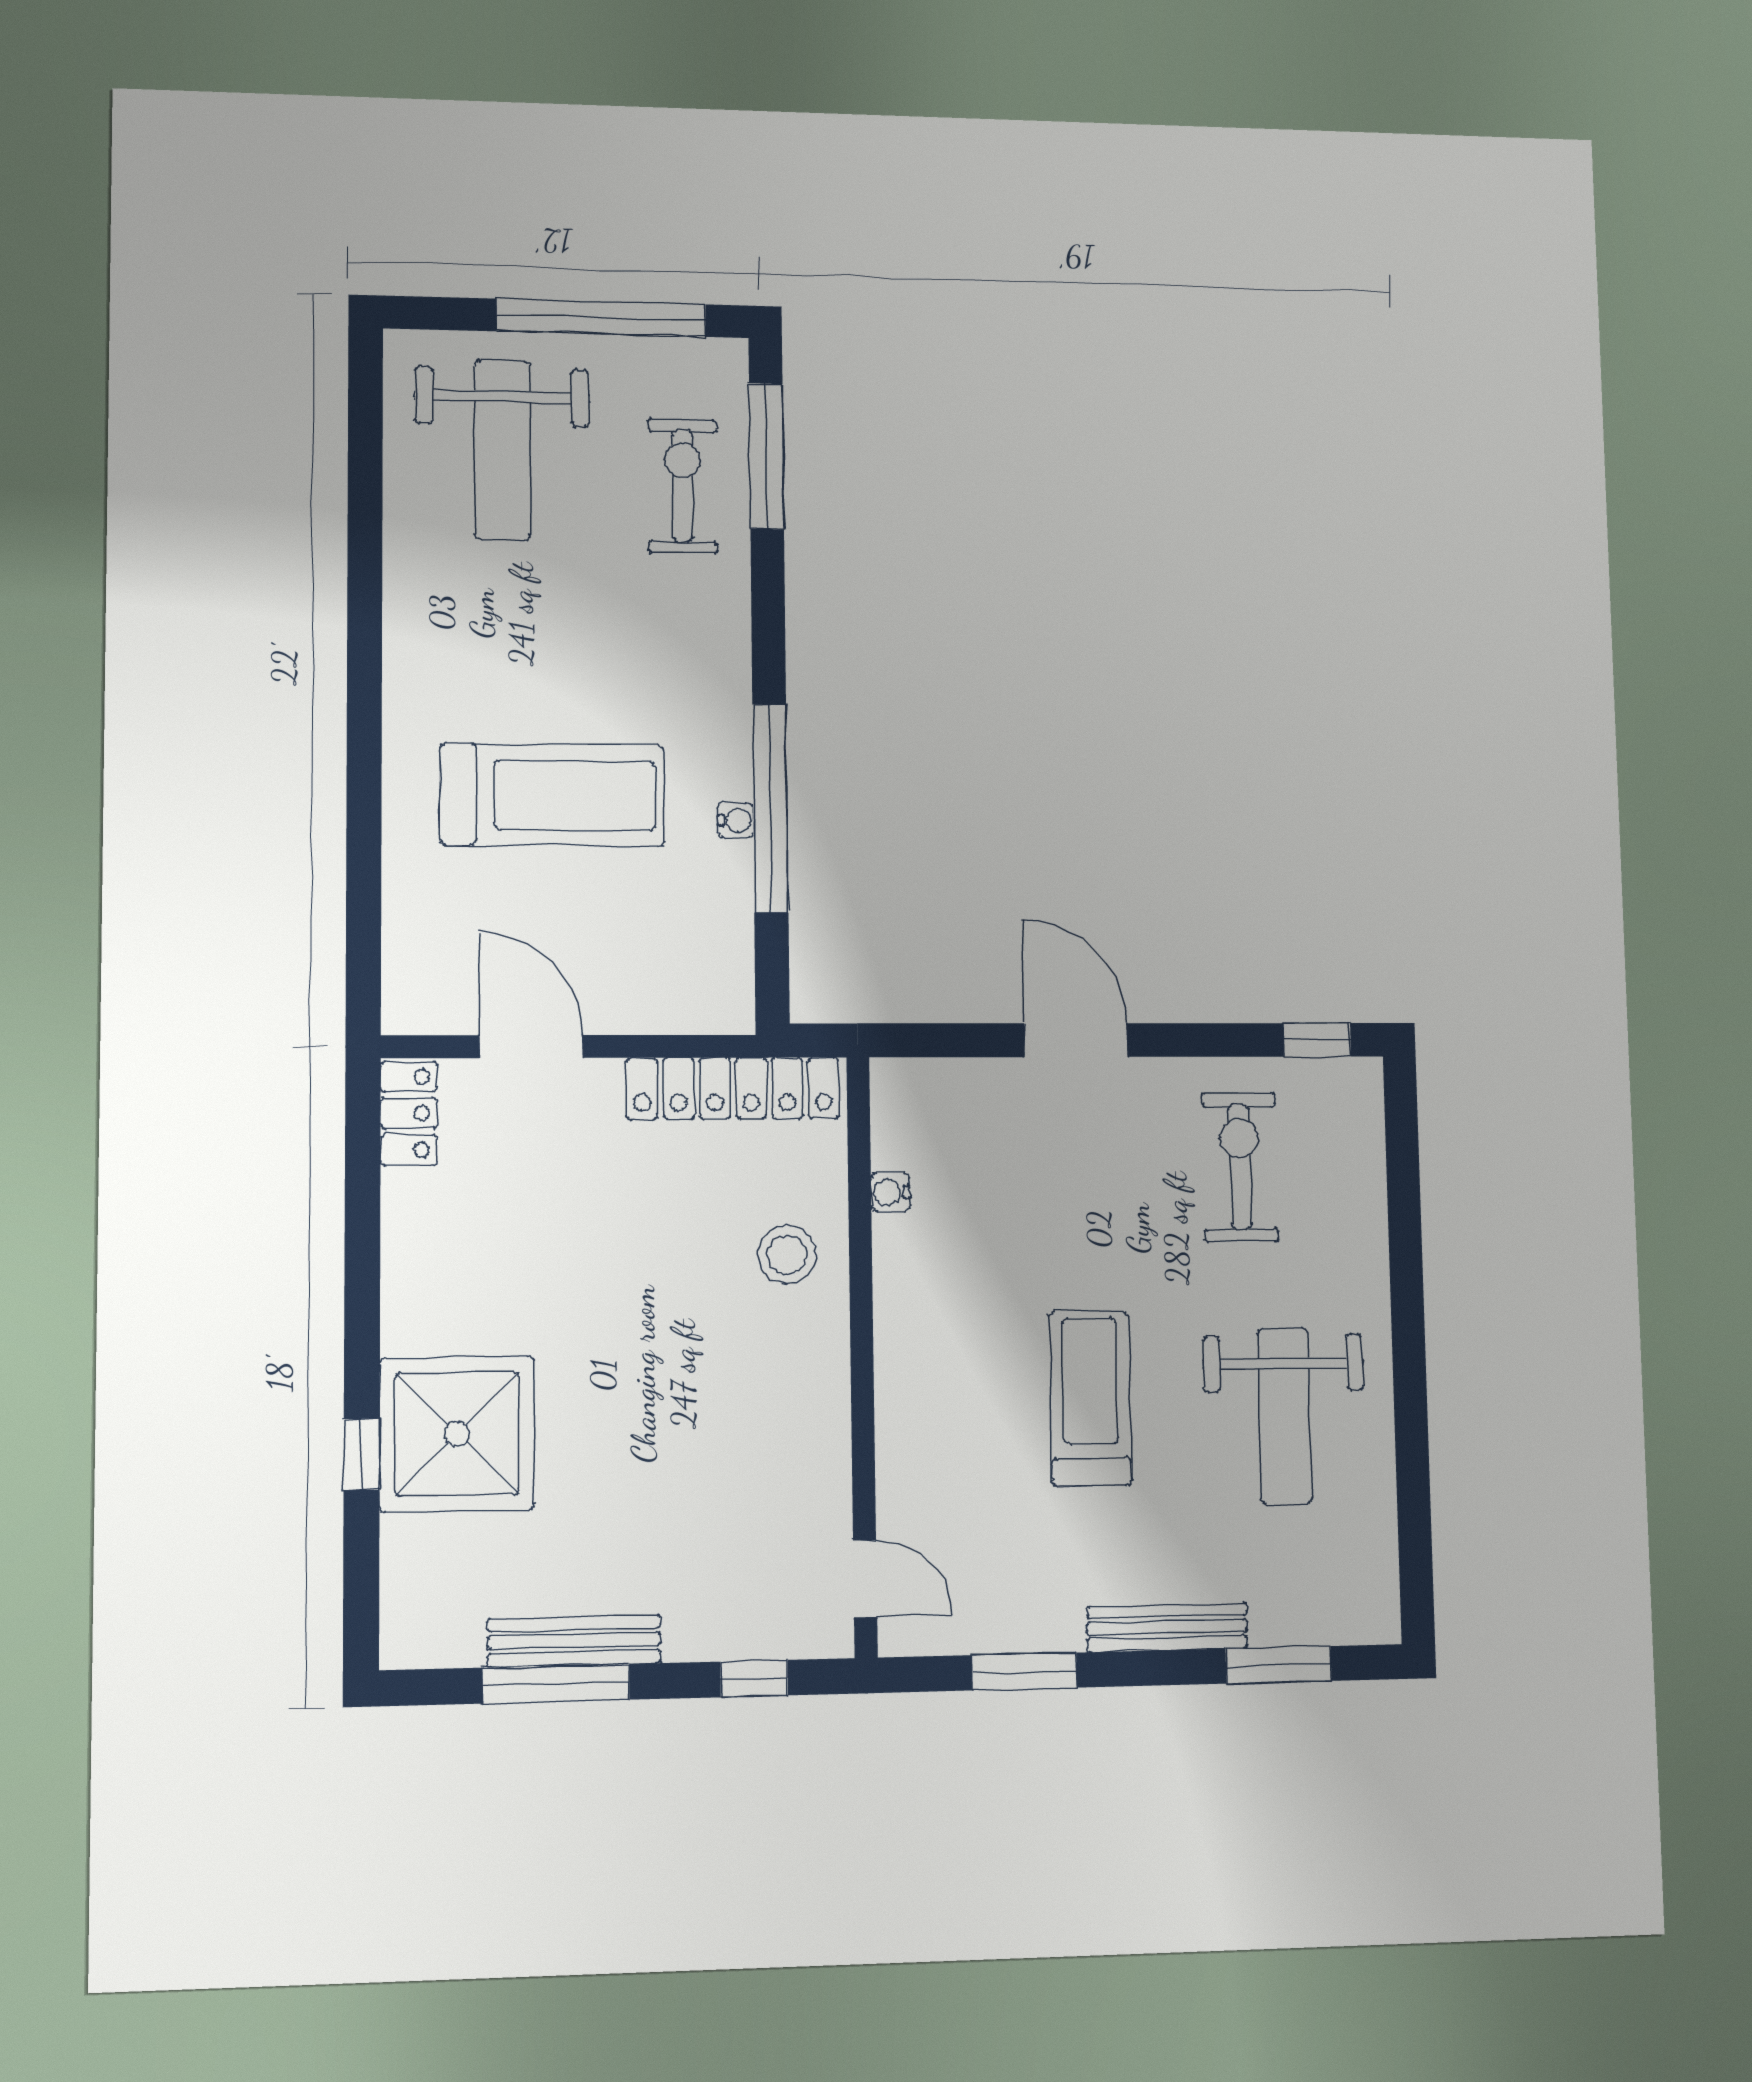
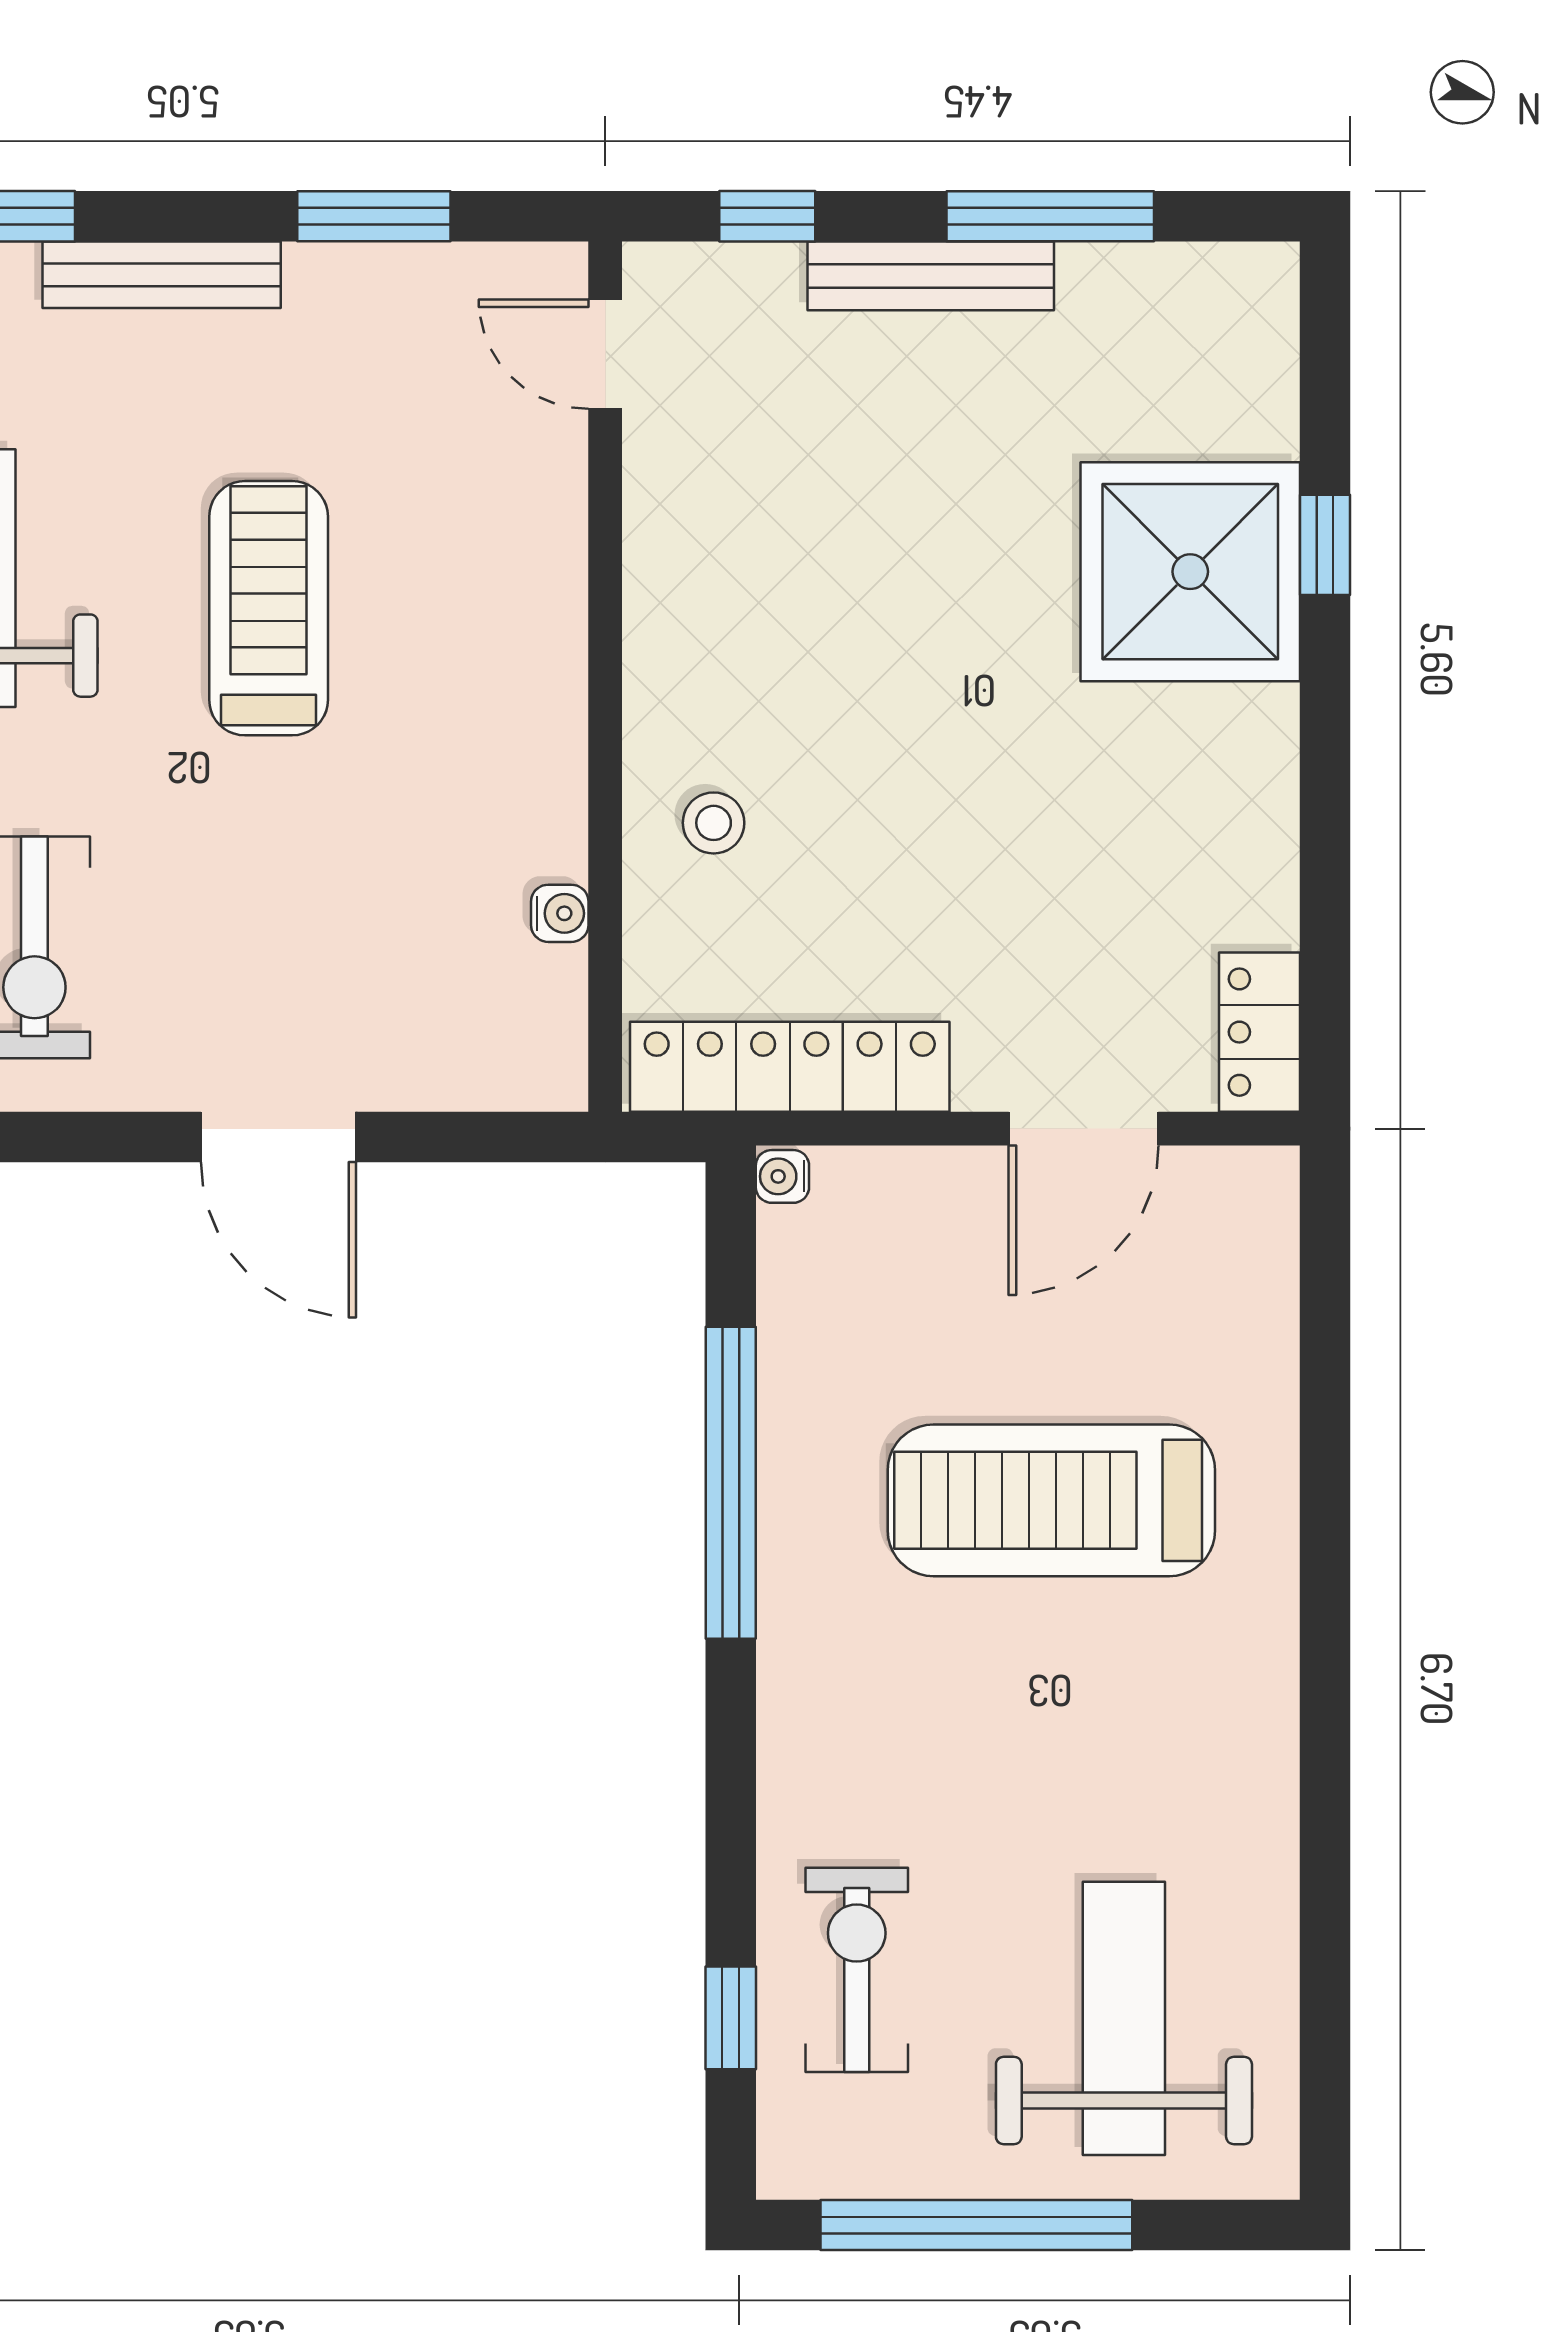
window: (766, 456) -> (731, 2018), width x0.46
exercise bike: (683, 486) -> (857, 1970), turned 180
water cooler: (736, 820) -> (782, 1176), moved
door: (531, 1047) -> (1084, 1129), hinge flipped
stool: (787, 1255) -> (714, 823), width x0.73, depth x0.73
treadmill: (1090, 1398) -> (269, 608), turned 180
bench: (574, 1641) -> (931, 276), moved

